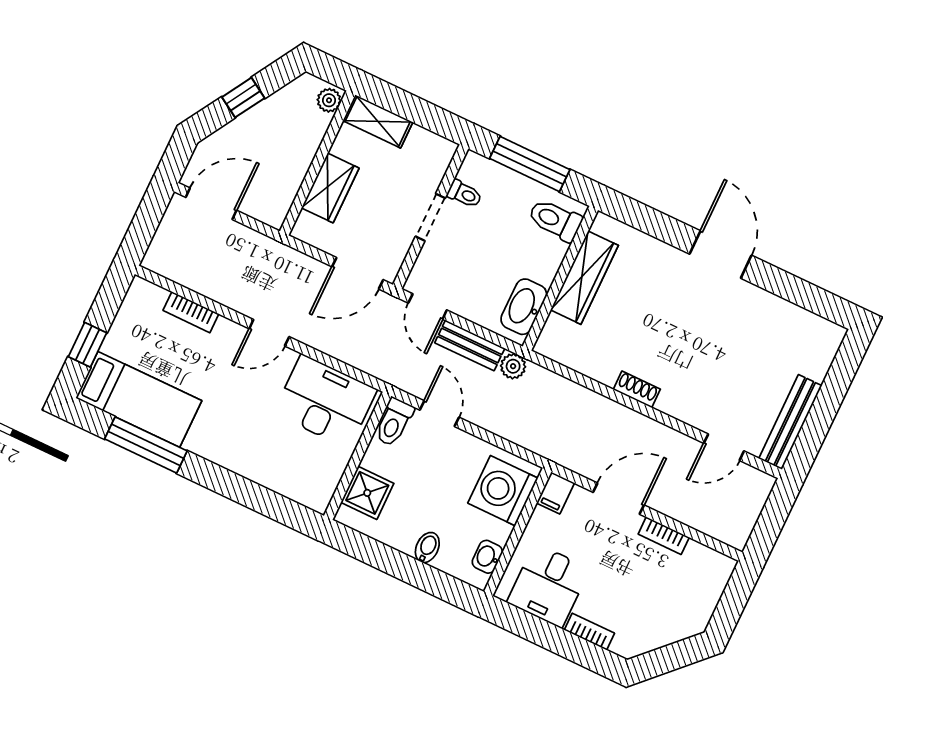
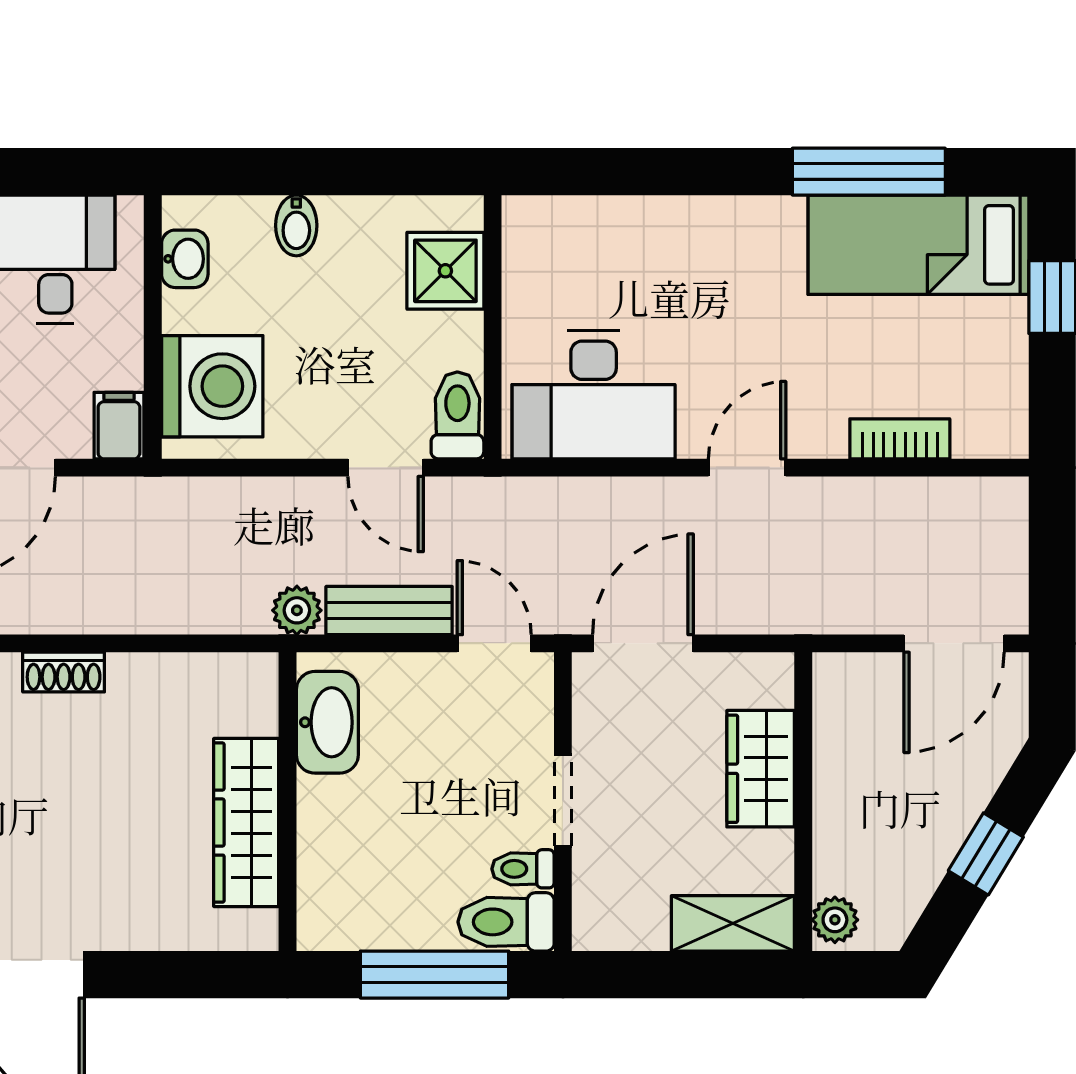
toilet: (555, 220) -> (506, 922), moved, turned 180

